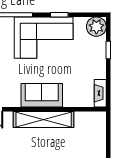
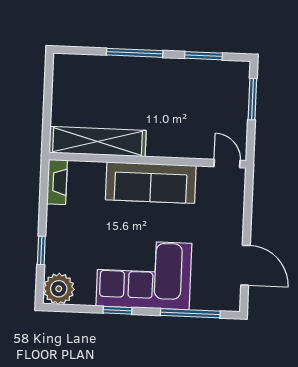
sofa: (42, 95) -> (151, 183), width x1.36
shelving: (44, 119) -> (98, 142), moved

